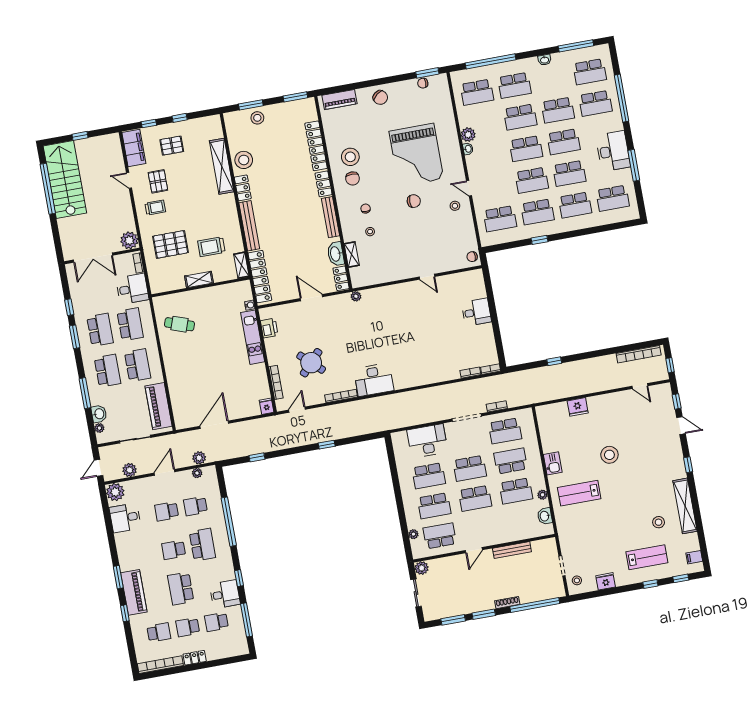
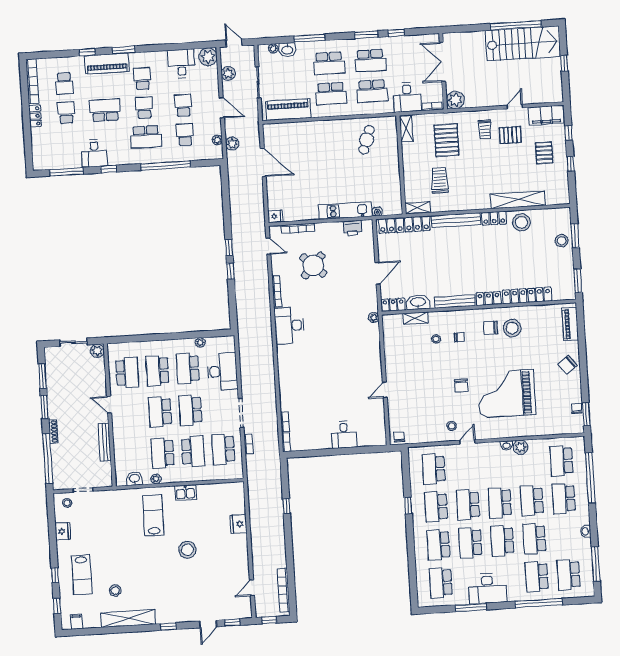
shelving: (199, 279) -> (406, 128), moved
window: (257, 457) -> (229, 248), moved
plant: (413, 534) -> (200, 342), moved
school desk: (216, 622) -> (142, 79), moved

